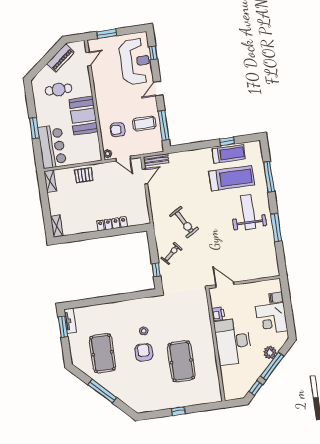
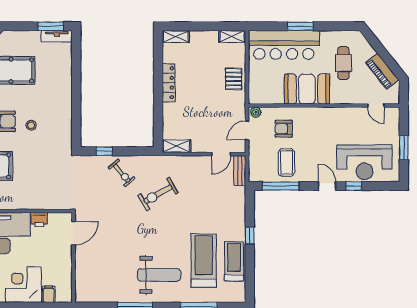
window: (107, 34) -> (404, 148), moved
window: (153, 53) -> (354, 186), moved
armchair: (118, 130) -> (284, 129), turned -90
window: (227, 141) -> (250, 235), moved
bar counter: (52, 147) -> (284, 45), width x1.36
treadmill: (229, 154) -> (234, 261), turned 180
door: (145, 176) -> (221, 154), hinge flipped
treadmill: (232, 178) -> (204, 261), turned 180
shelving: (144, 213) -> (176, 146), added
locker: (112, 224) -> (169, 83), moved

